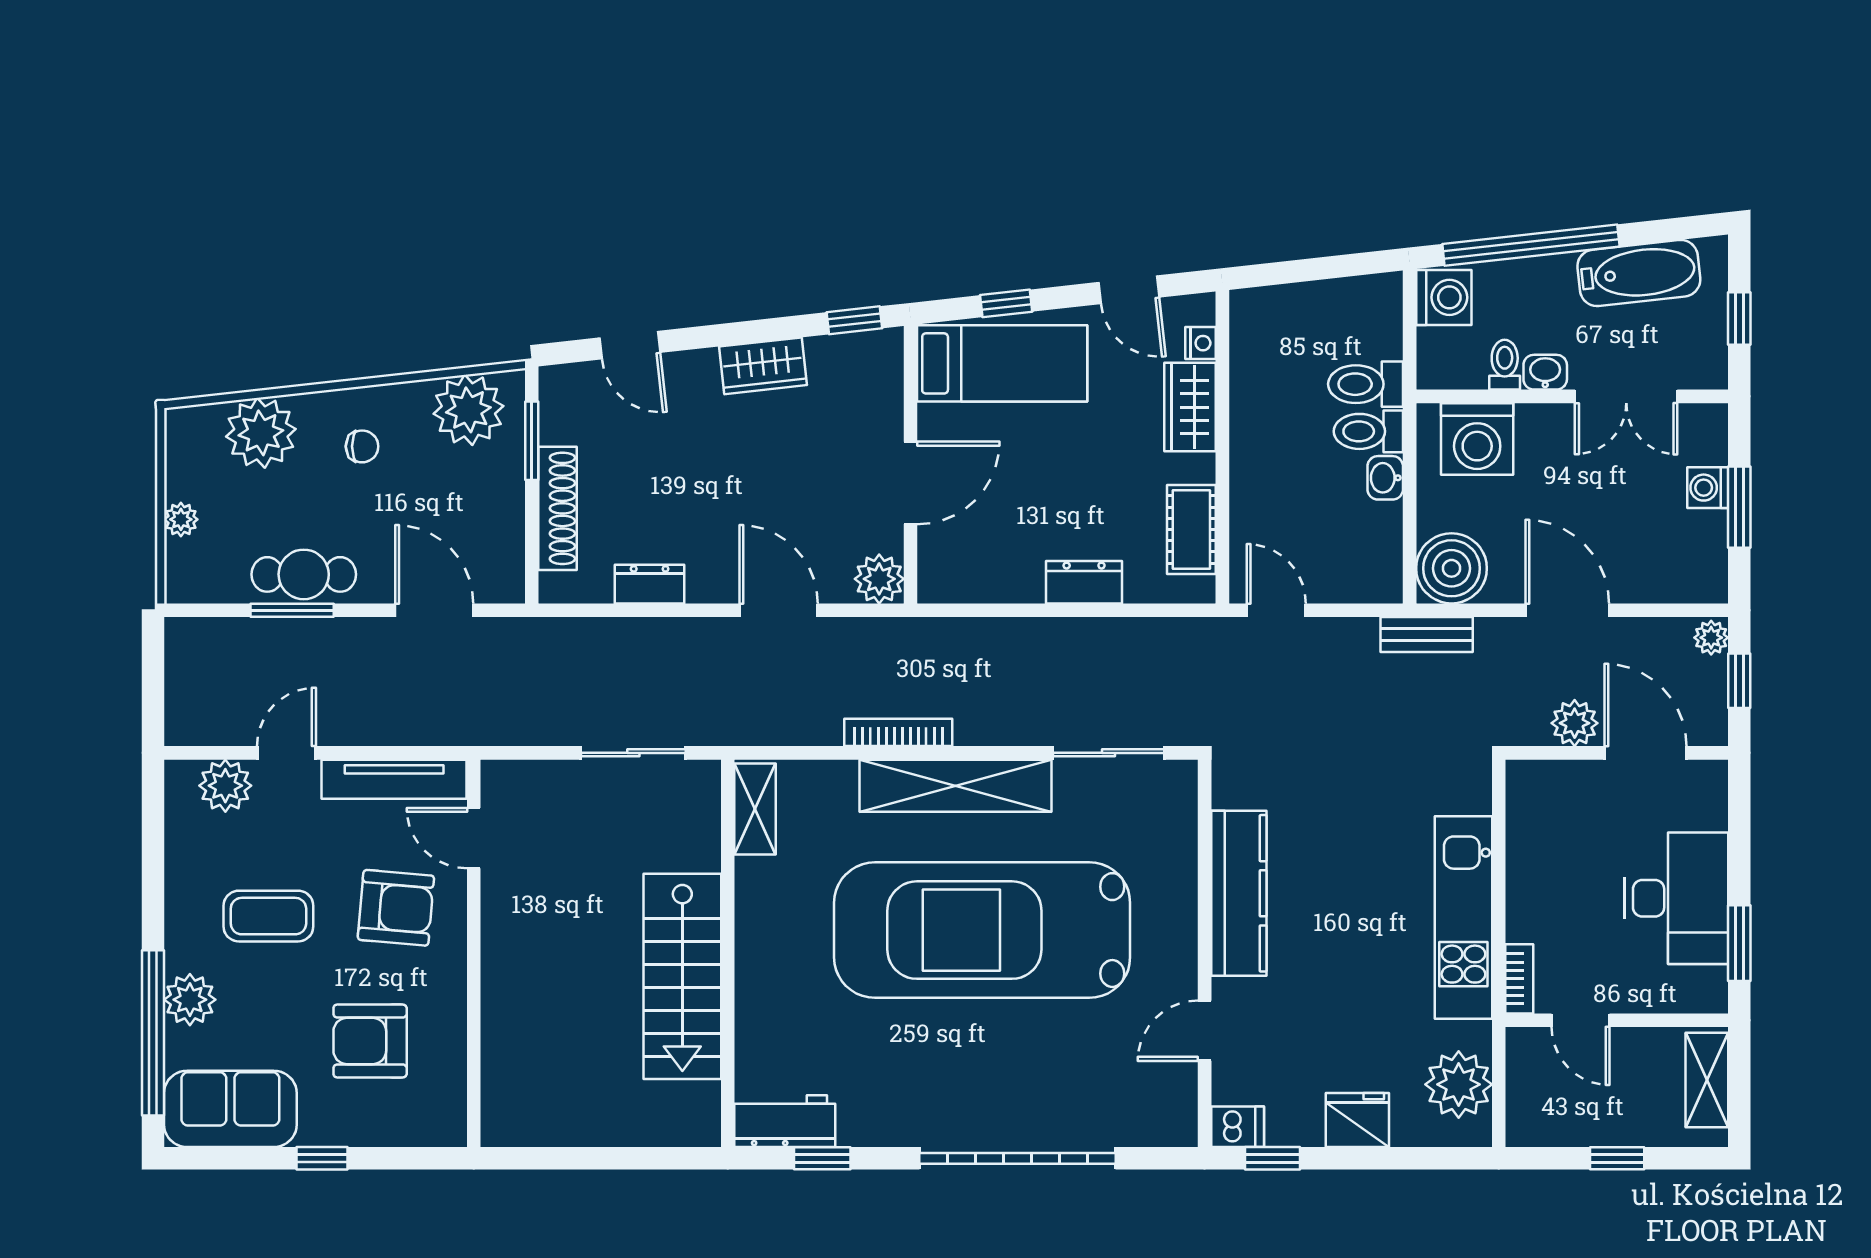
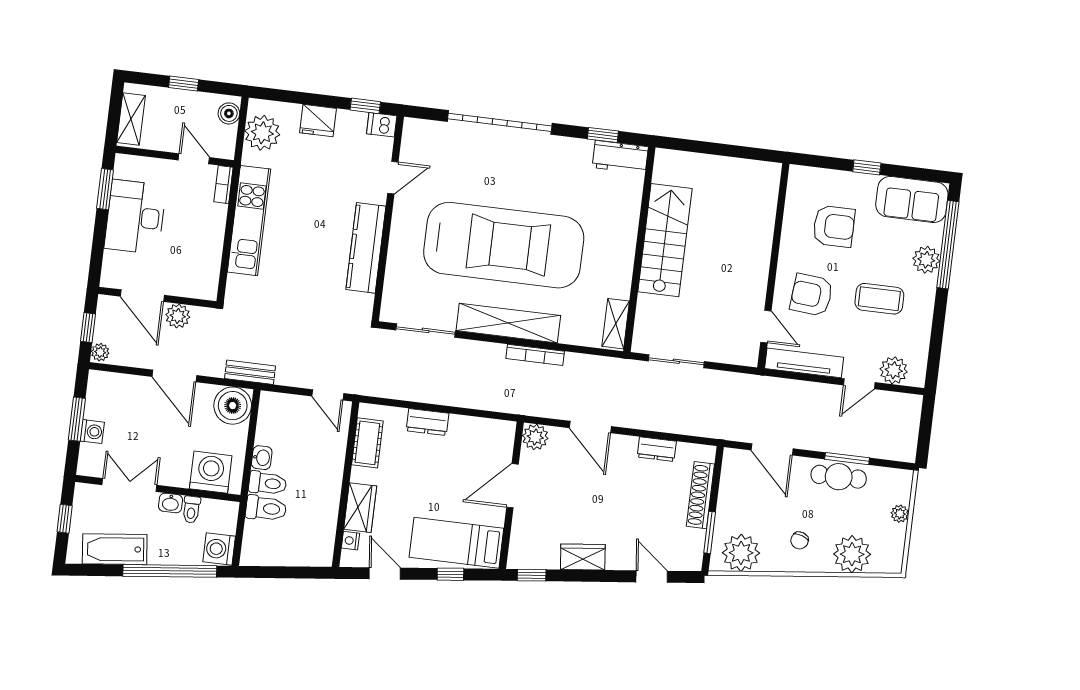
chair: (362, 446) -> (800, 540), turned -72
boiler: (1525, 1113) -> (229, 113), added

